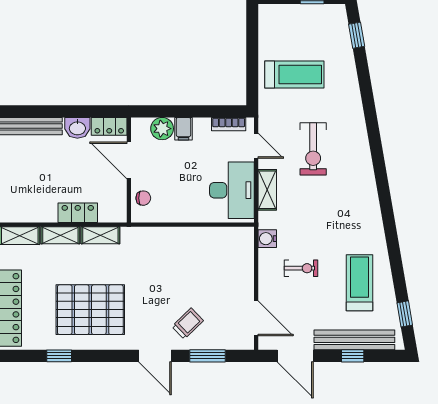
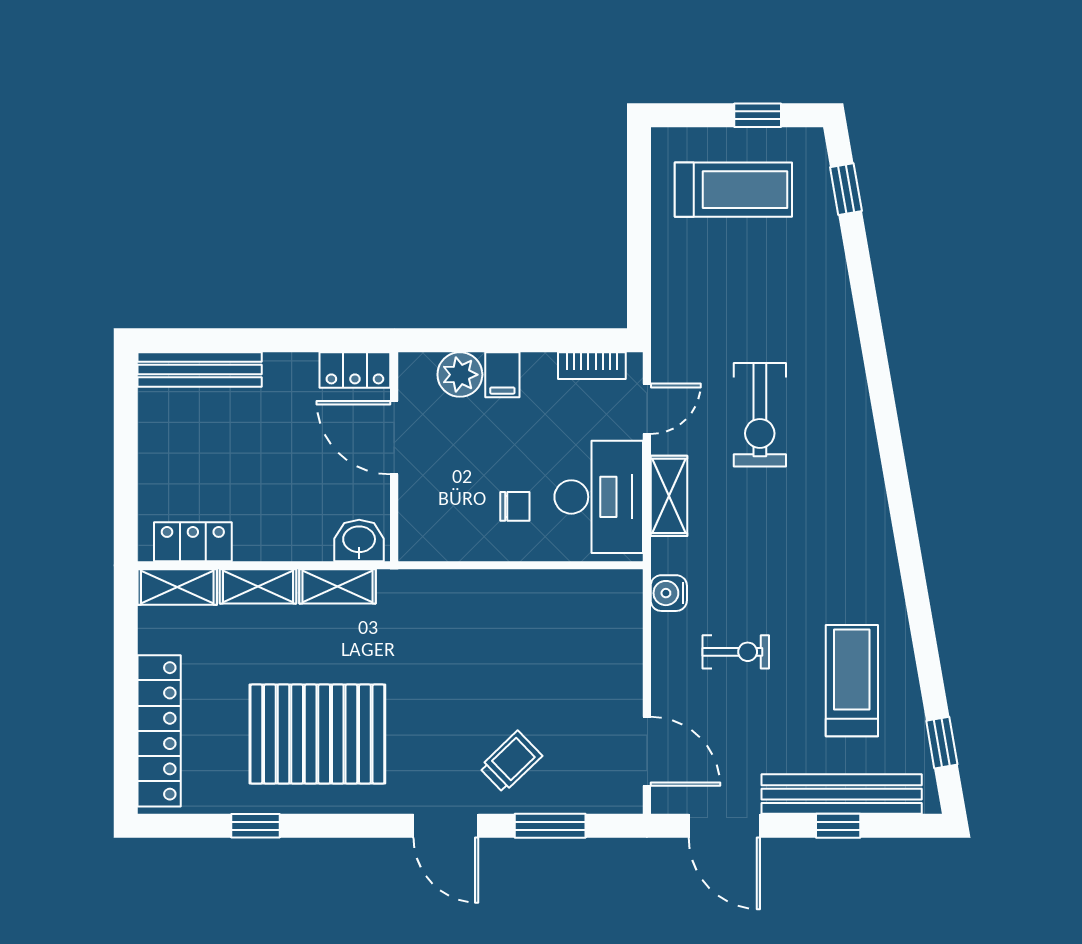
treadmill: (294, 74) -> (733, 190), moved
washbasin: (77, 128) -> (359, 540), moved, turned 180
door: (256, 146) -> (647, 409), hinge flipped
chair: (143, 198) -> (515, 506), moved
locker: (78, 213) -> (193, 542), moved

